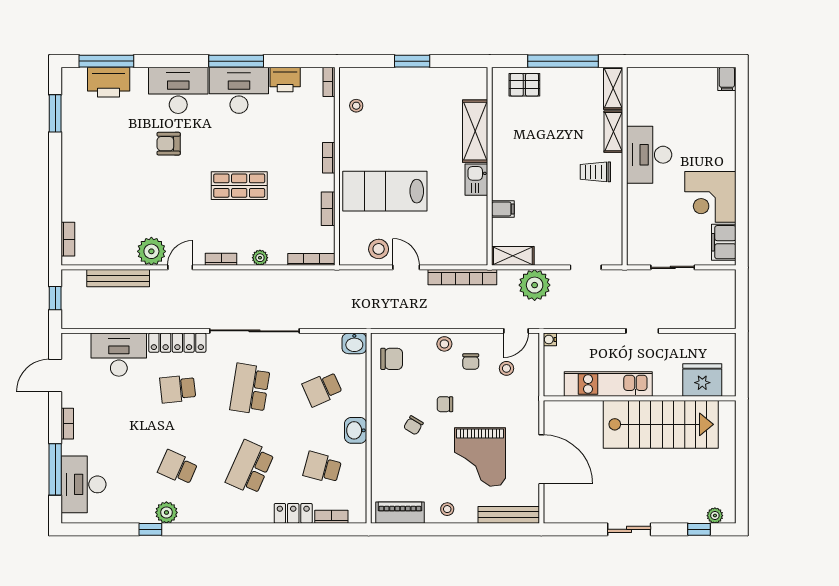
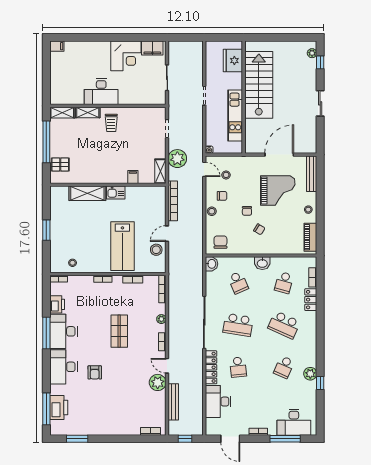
pallet: (524, 85) -> (60, 164), turned 90

